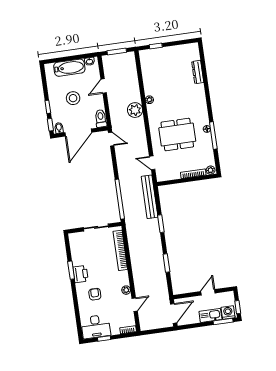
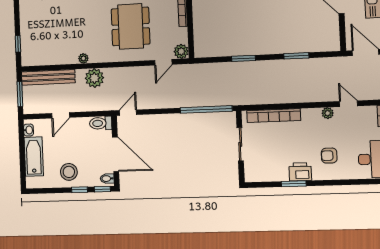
door: (104, 86) -> (61, 115), hinge flipped
stool: (73, 98) -> (69, 172), moved
plant: (162, 176) -> (181, 51), added
bench: (150, 197) -> (48, 77), moved

